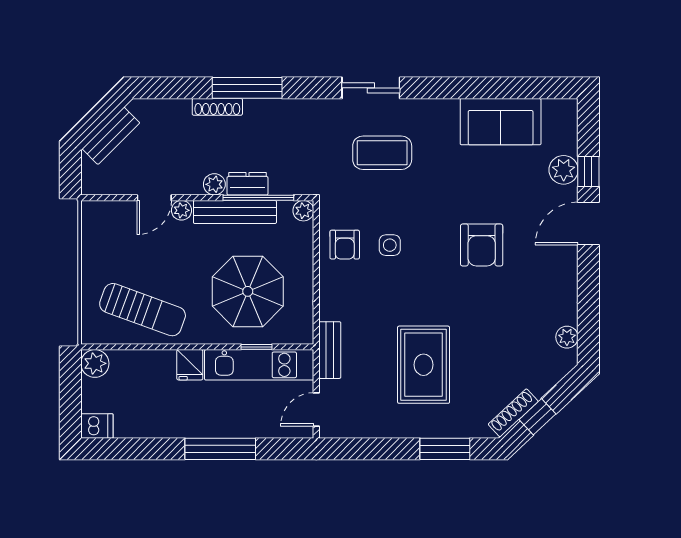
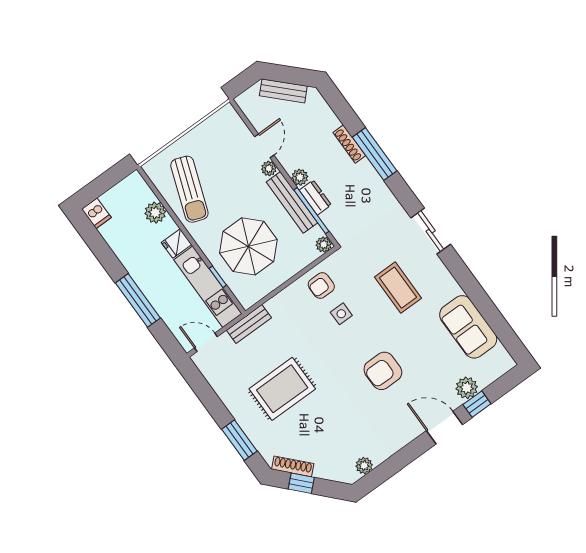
coffee table: (382, 153) -> (398, 288), moved
door: (154, 198) -> (264, 146), swing flipped
plant: (95, 363) -> (155, 213), moved

